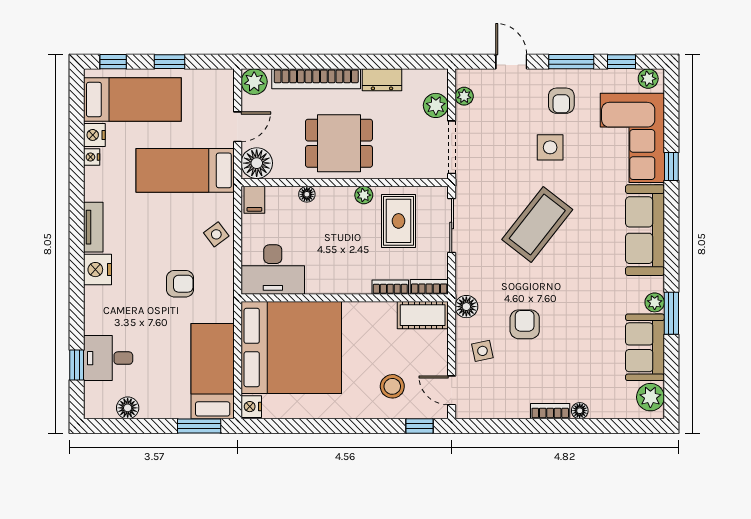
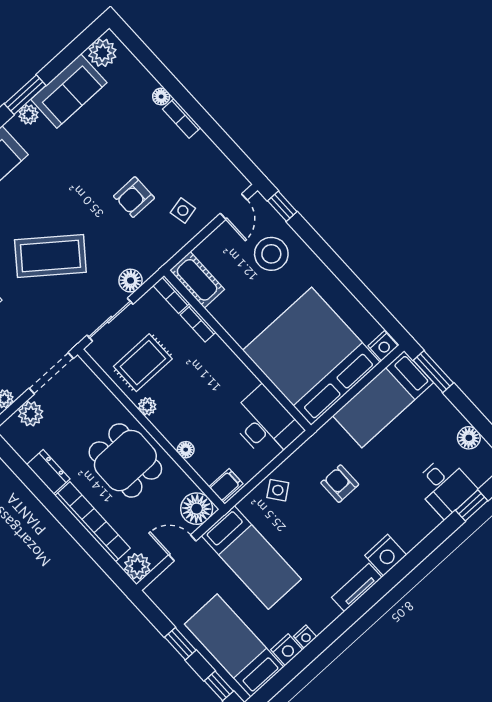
floor lamp: (466, 307) -> (130, 281), moved
stool: (392, 386) -> (271, 254), width x1.38, depth x1.38

